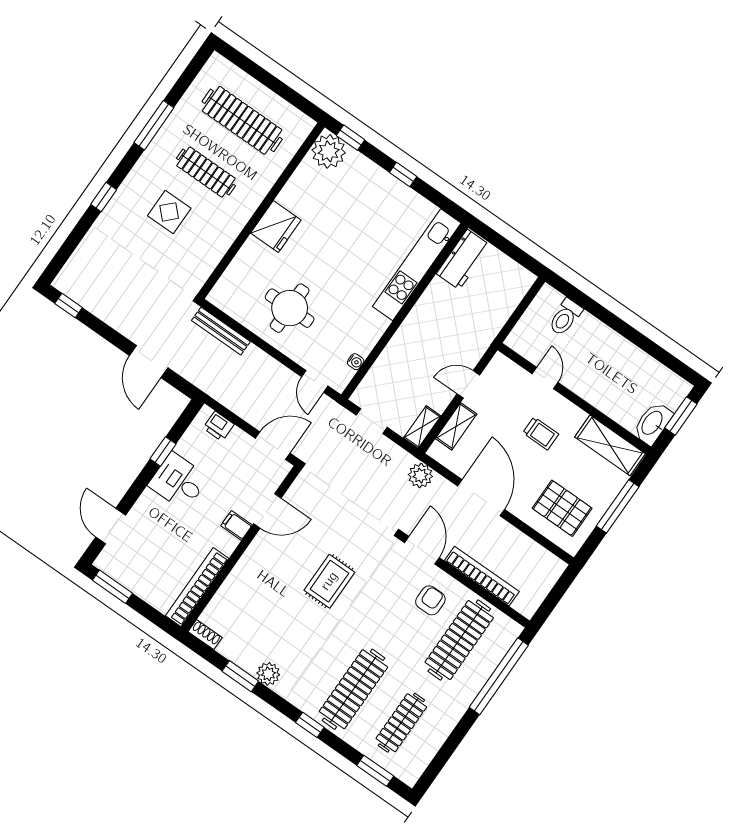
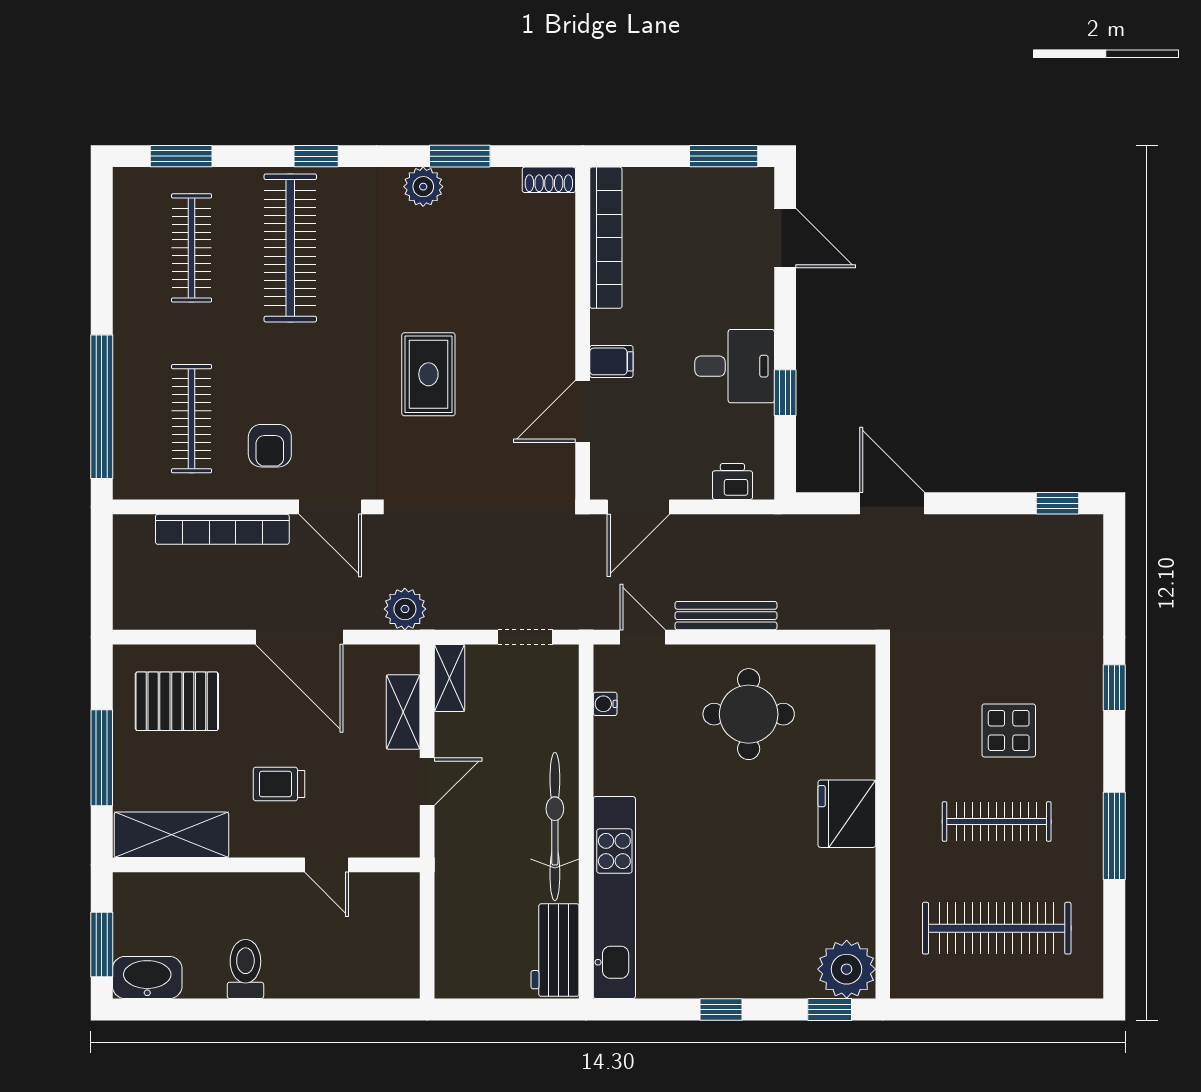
toilet: (565, 317) -> (245, 969), moved
bicycle: (422, 319) -> (555, 827), added
bench: (221, 331) -> (726, 616), moved
washbasin: (653, 423) -> (147, 977), moved, turned -90
clothes rail: (459, 640) -> (192, 419), width x0.73, depth x0.76

